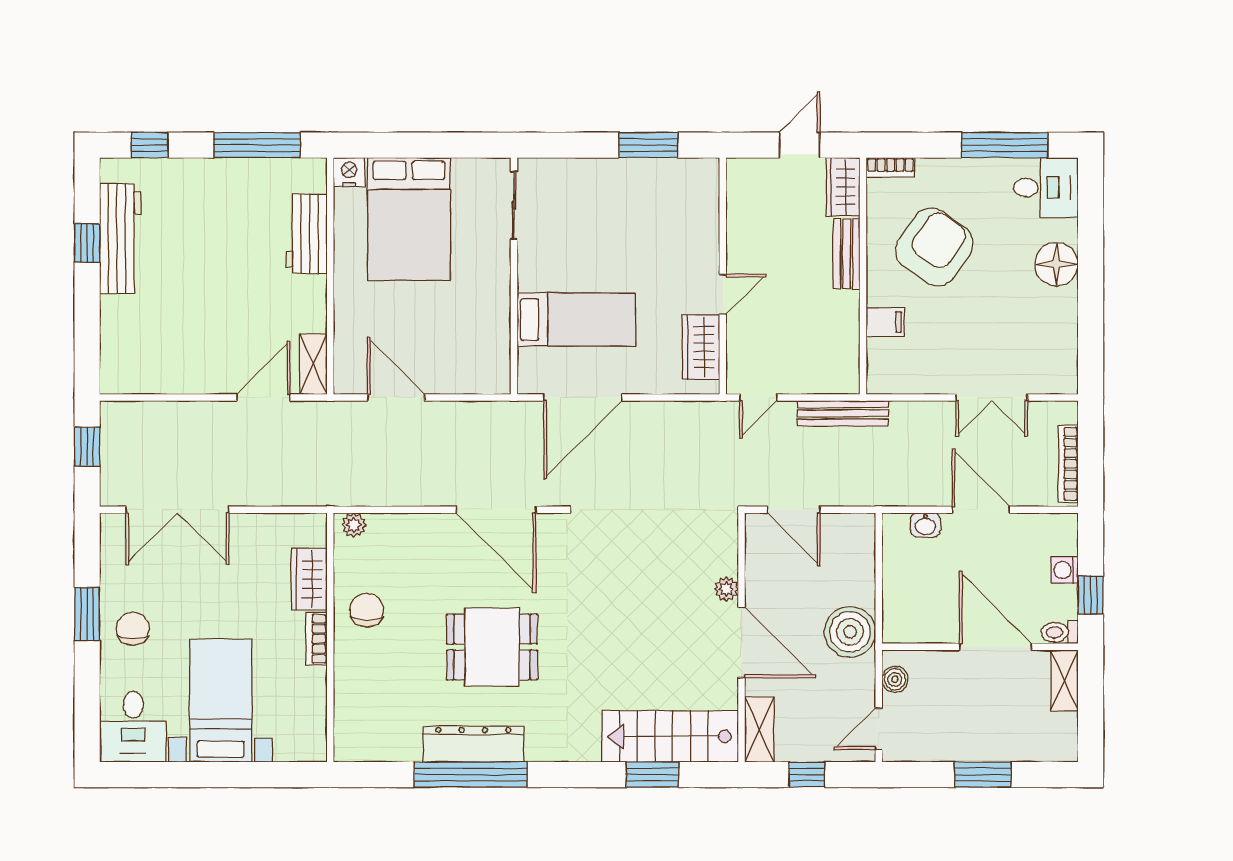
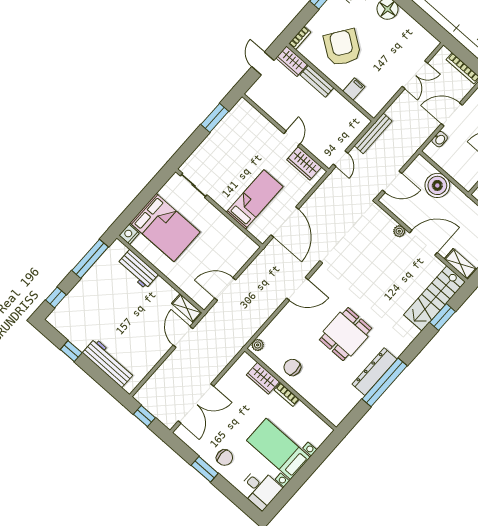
workbench: (120, 239) -> (109, 363), moved
door: (496, 510) -> (297, 289), width x0.73
chair: (133, 629) -> (225, 458), turned 180
boiler: (850, 632) -> (437, 185), moved

